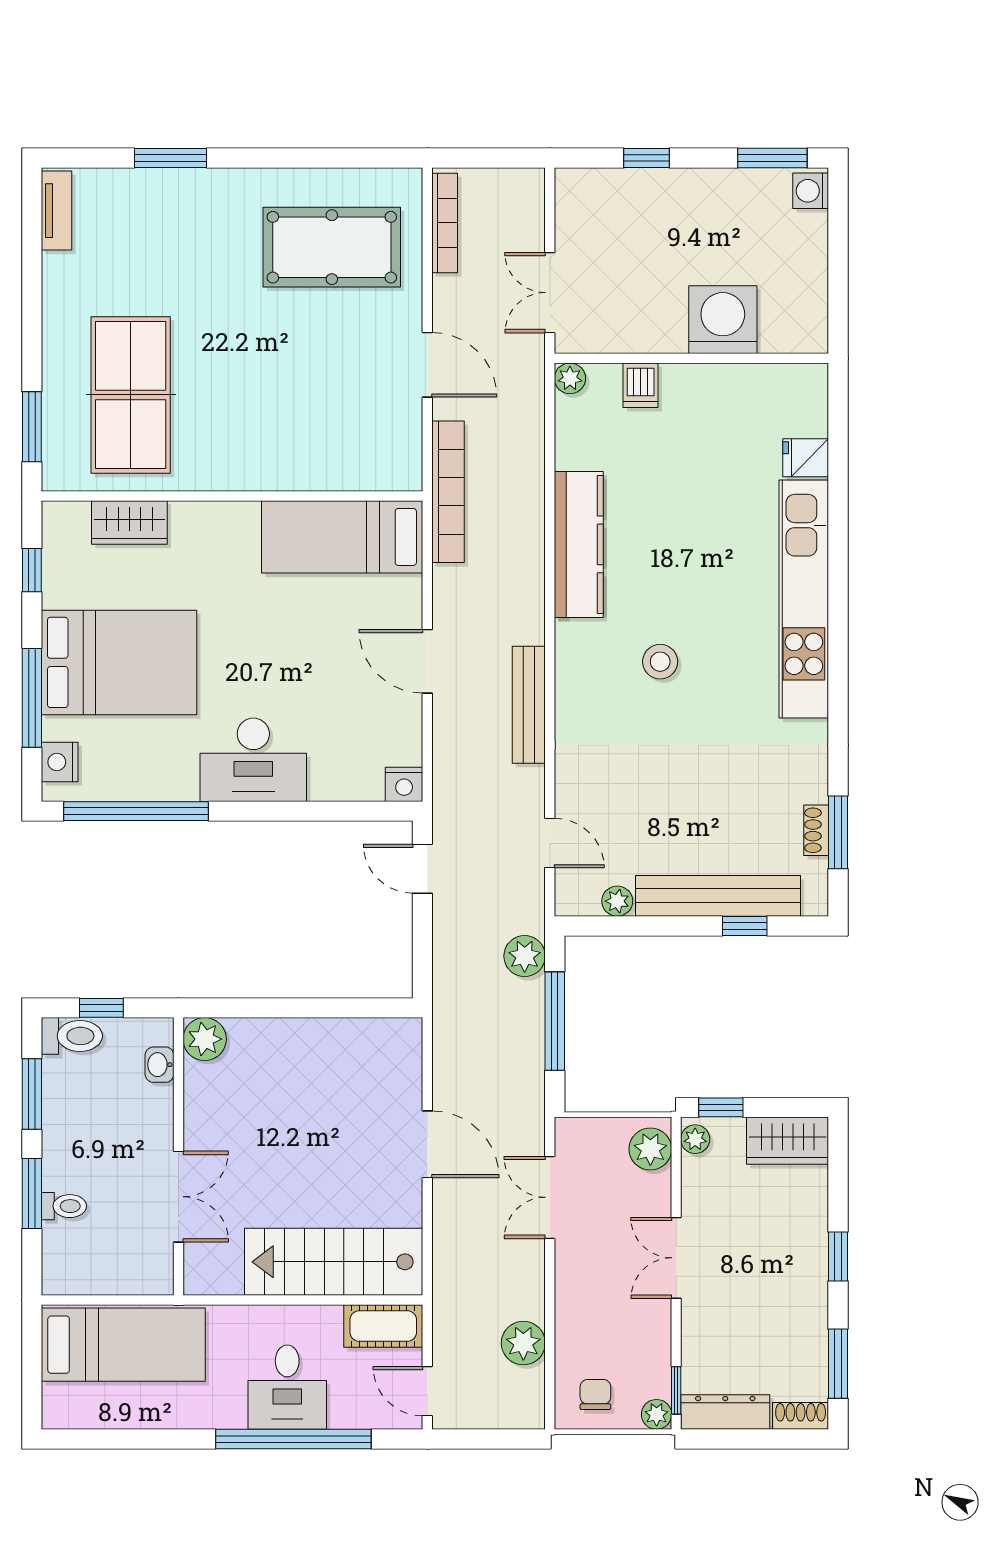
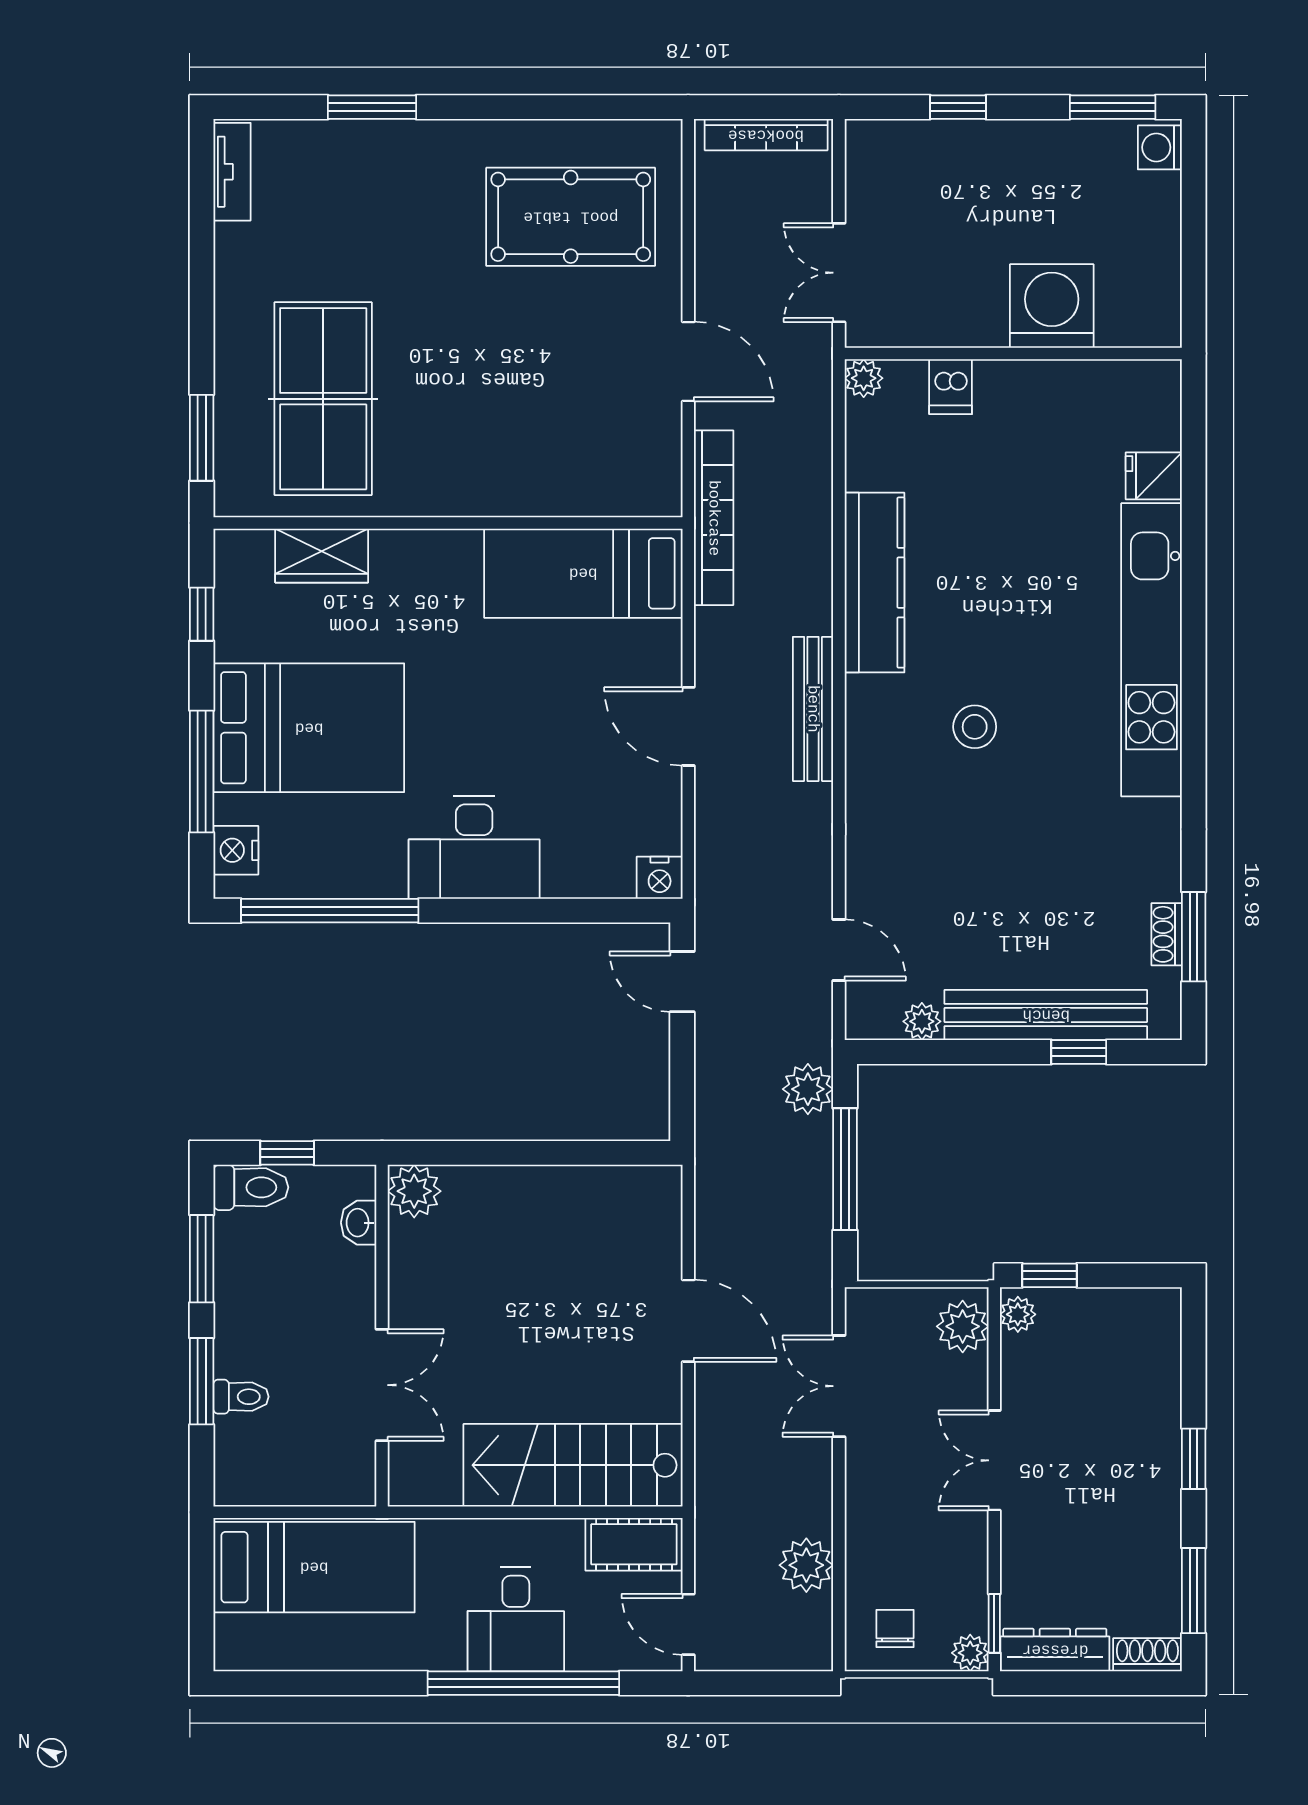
bookcase: (445, 223) -> (766, 135), moved, turned 90
bench: (529, 705) -> (813, 709), moved
wardrobe: (788, 1141) -> (1131, 1316), removed

